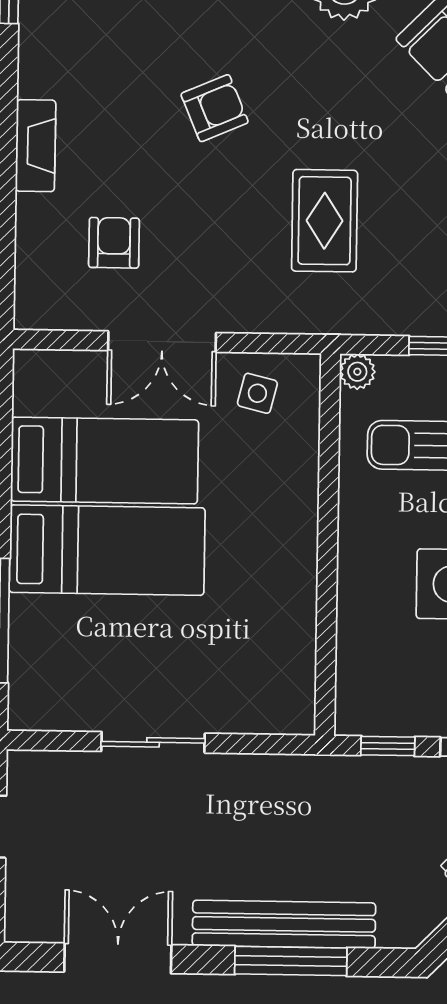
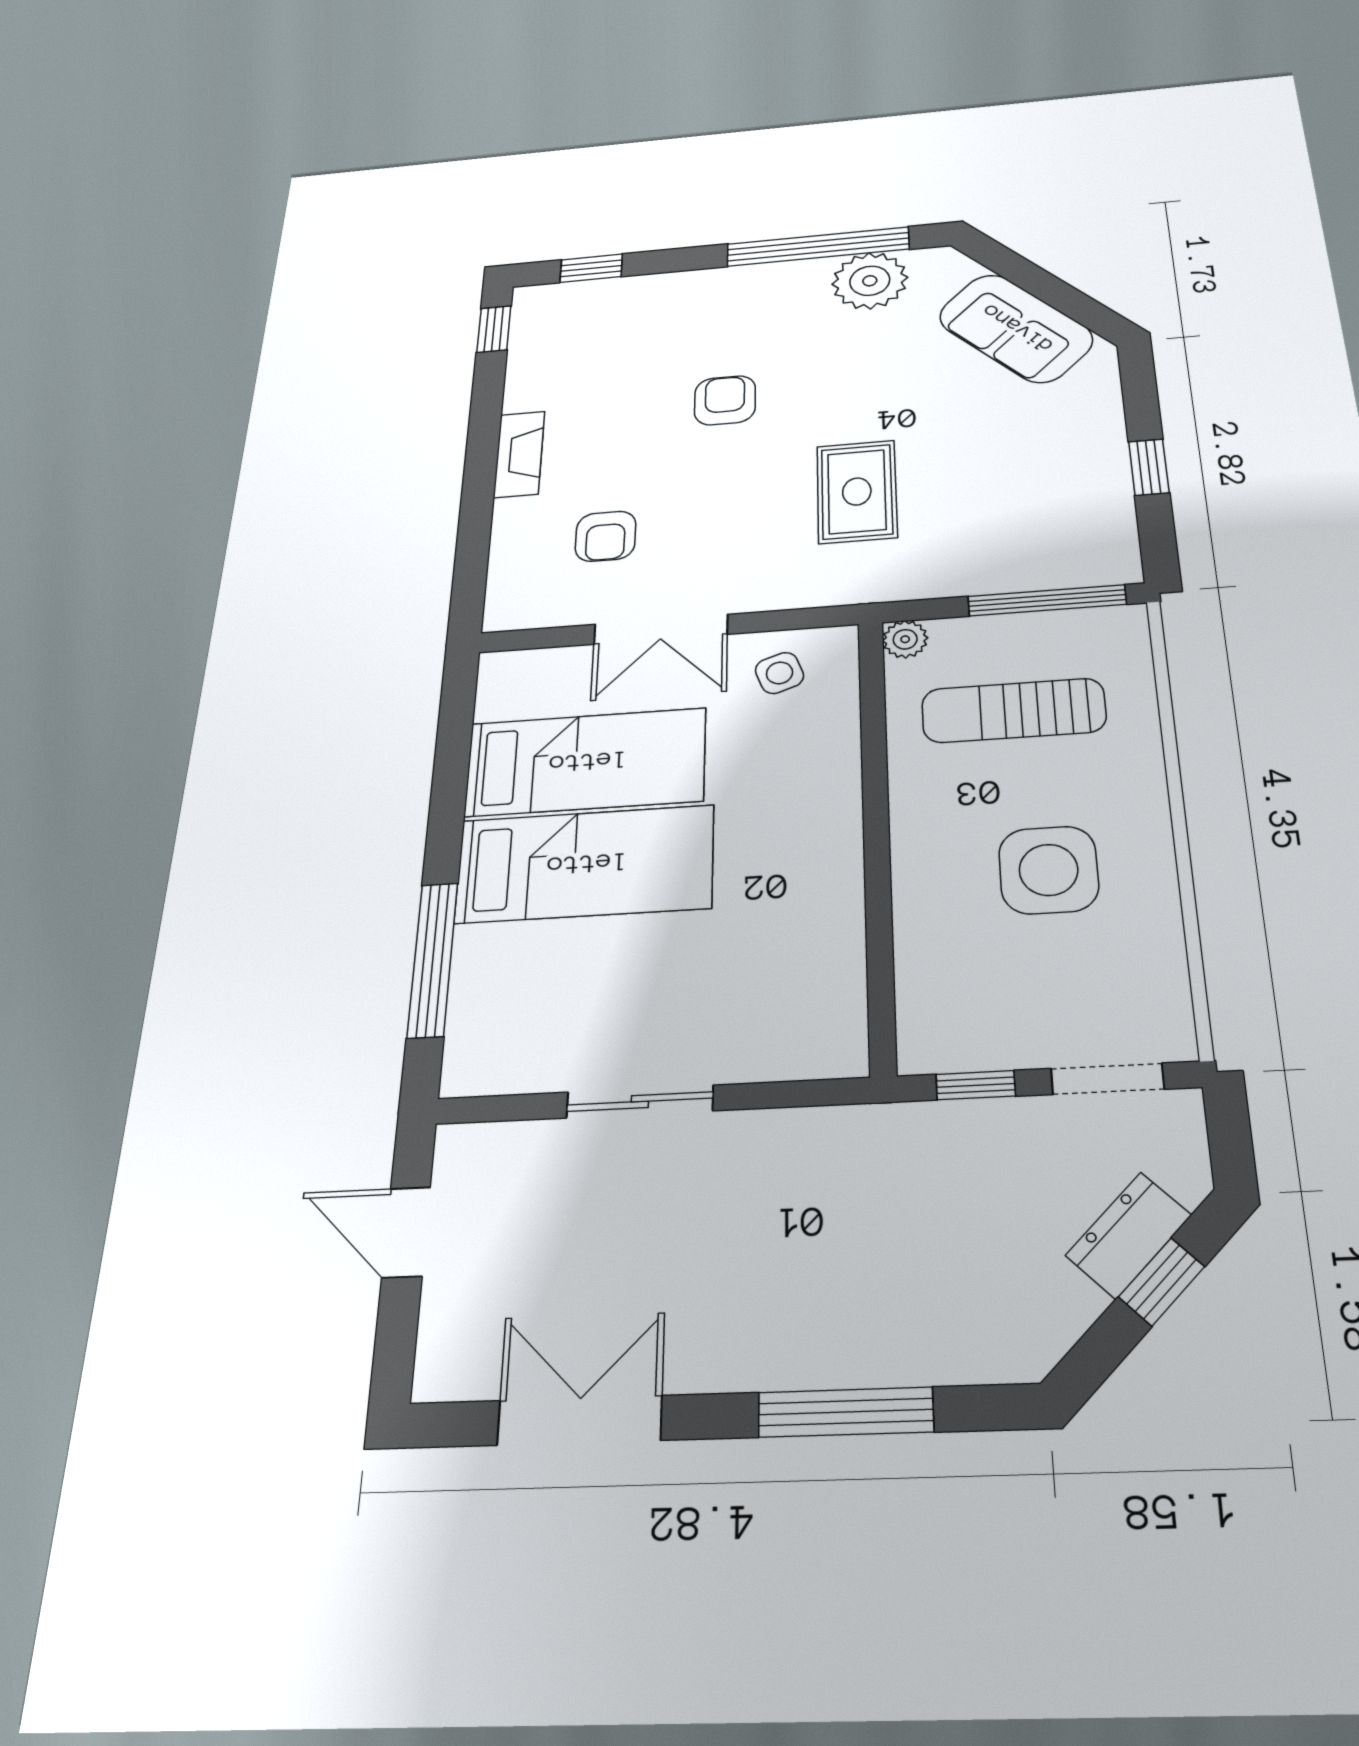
armchair: (215, 108) -> (725, 400), turned -67
armchair: (114, 243) -> (606, 536), turned 180
side table: (257, 393) -> (779, 673), turned -34
bench: (284, 924) -> (833, 1355), removed

